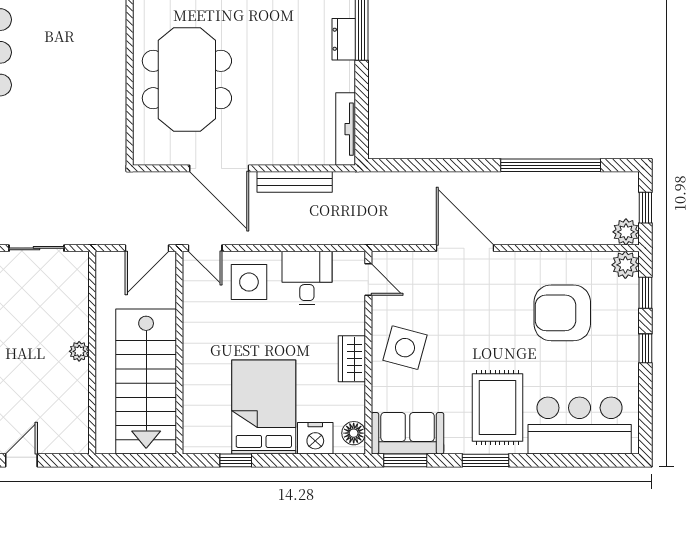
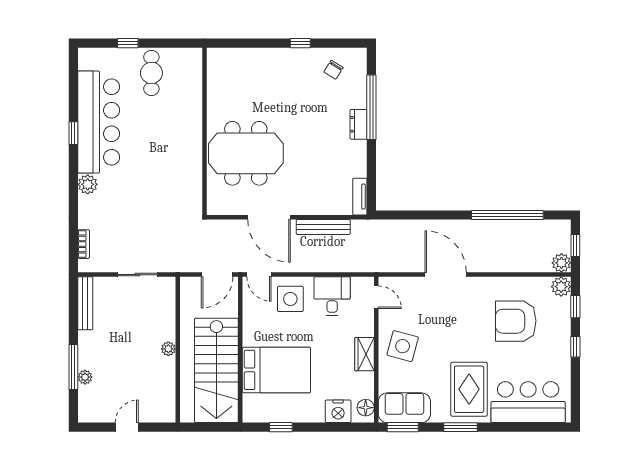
meeting table: (187, 80) -> (246, 153), turned 90
tv unit: (346, 129) -> (360, 197), width x0.71
bed: (264, 407) -> (276, 370), moved, turned 90

